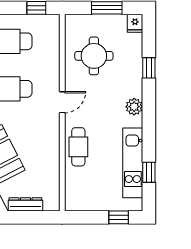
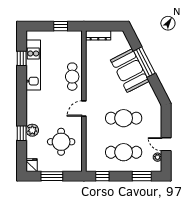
plant: (134, 107) -> (32, 130), moved
dresser: (25, 204) -> (98, 35), moved
window: (119, 217) -> (61, 26), moved

